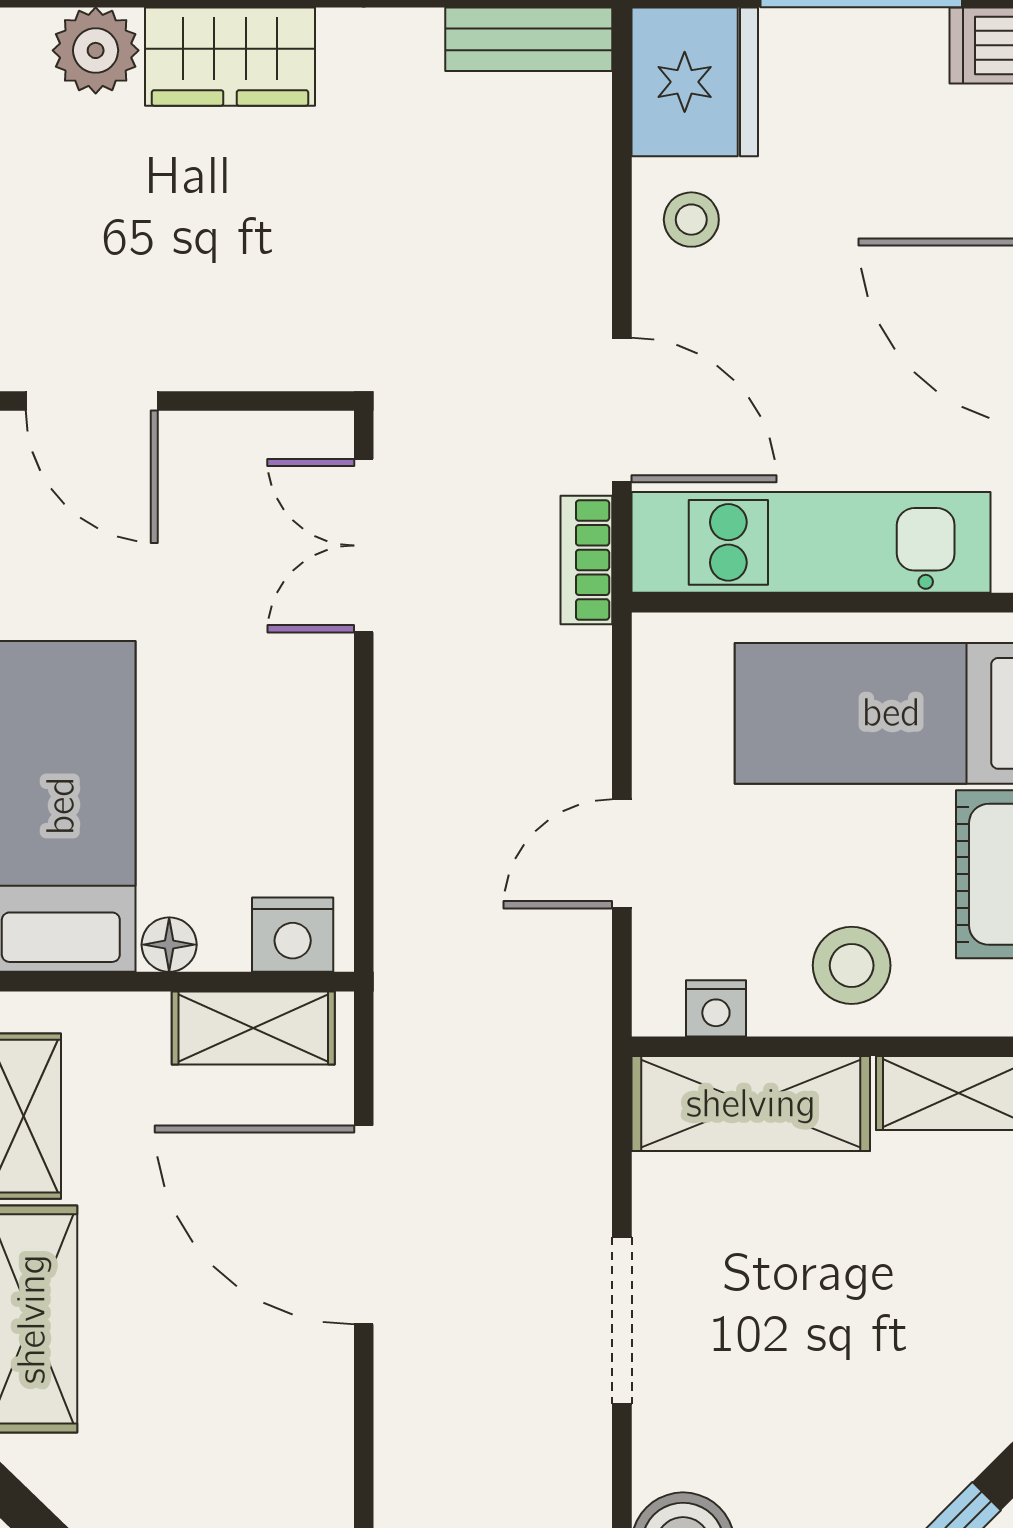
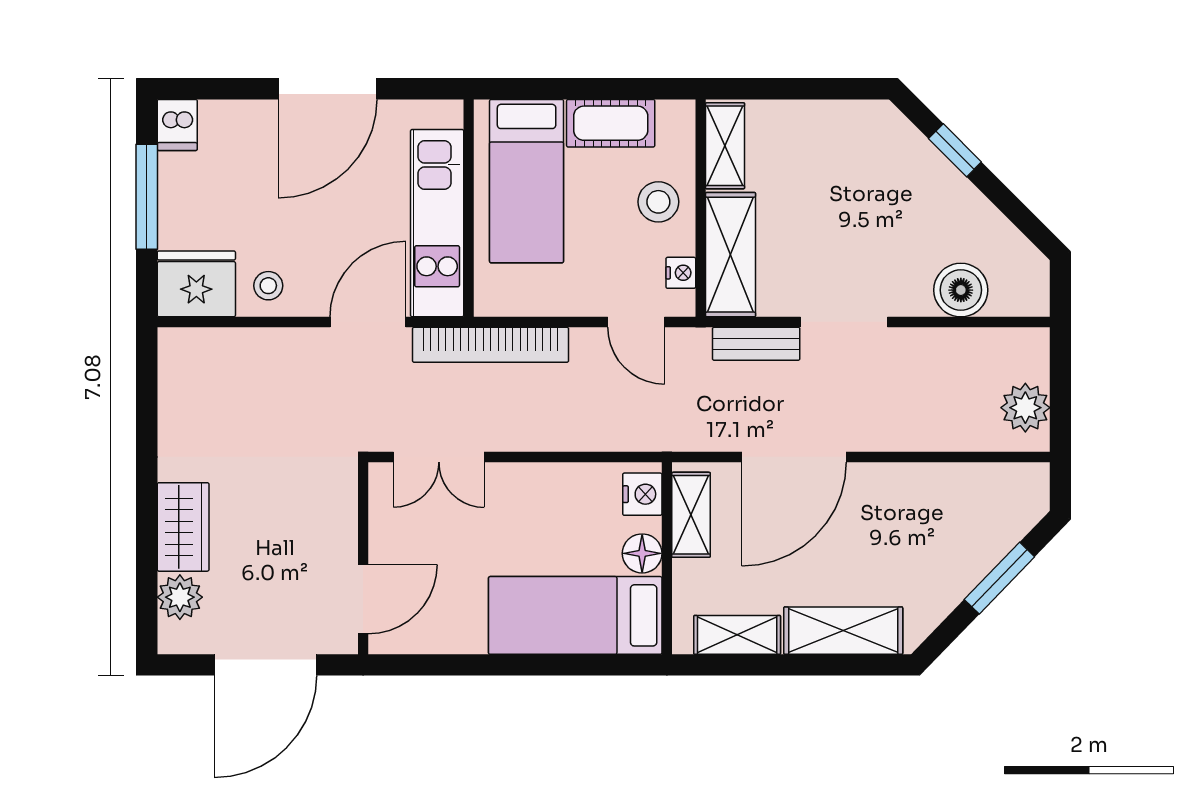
bench: (529, 39) -> (756, 344), moved, turned 90
bookcase: (586, 560) -> (491, 345), width x2.31, depth x1.31
door: (622, 854) -> (636, 322), moved
floor lamp: (169, 945) -> (642, 553), width x1.37, depth x1.37

